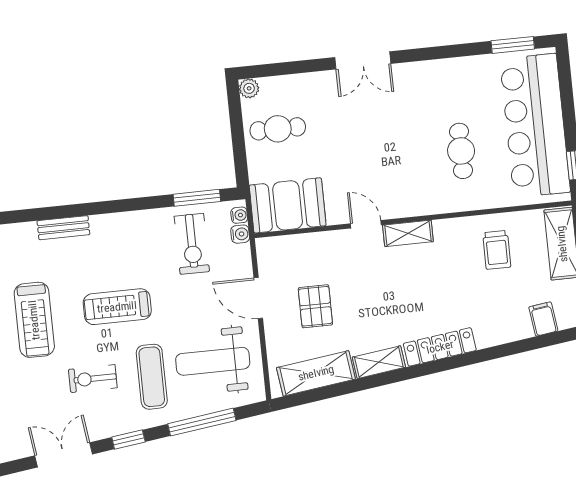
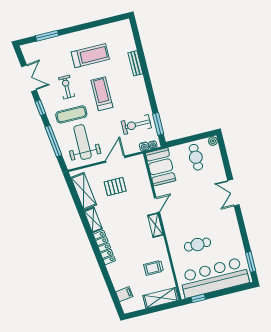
treadmill: (34, 320) -> (90, 56), turned 180

